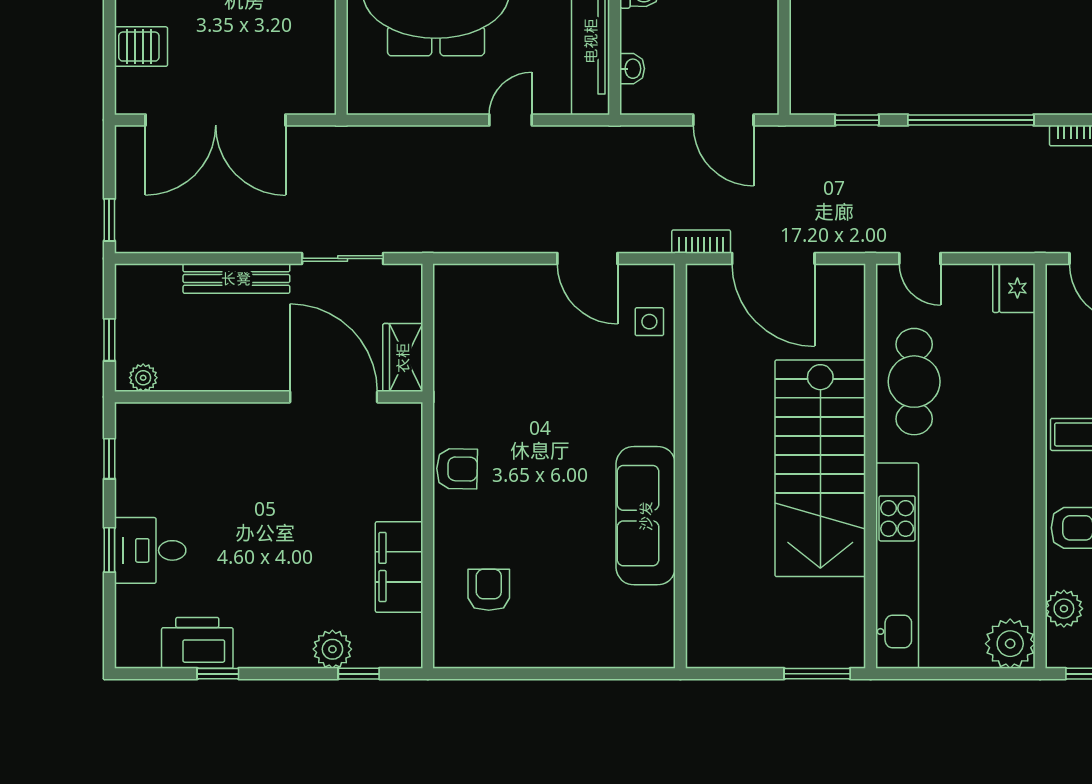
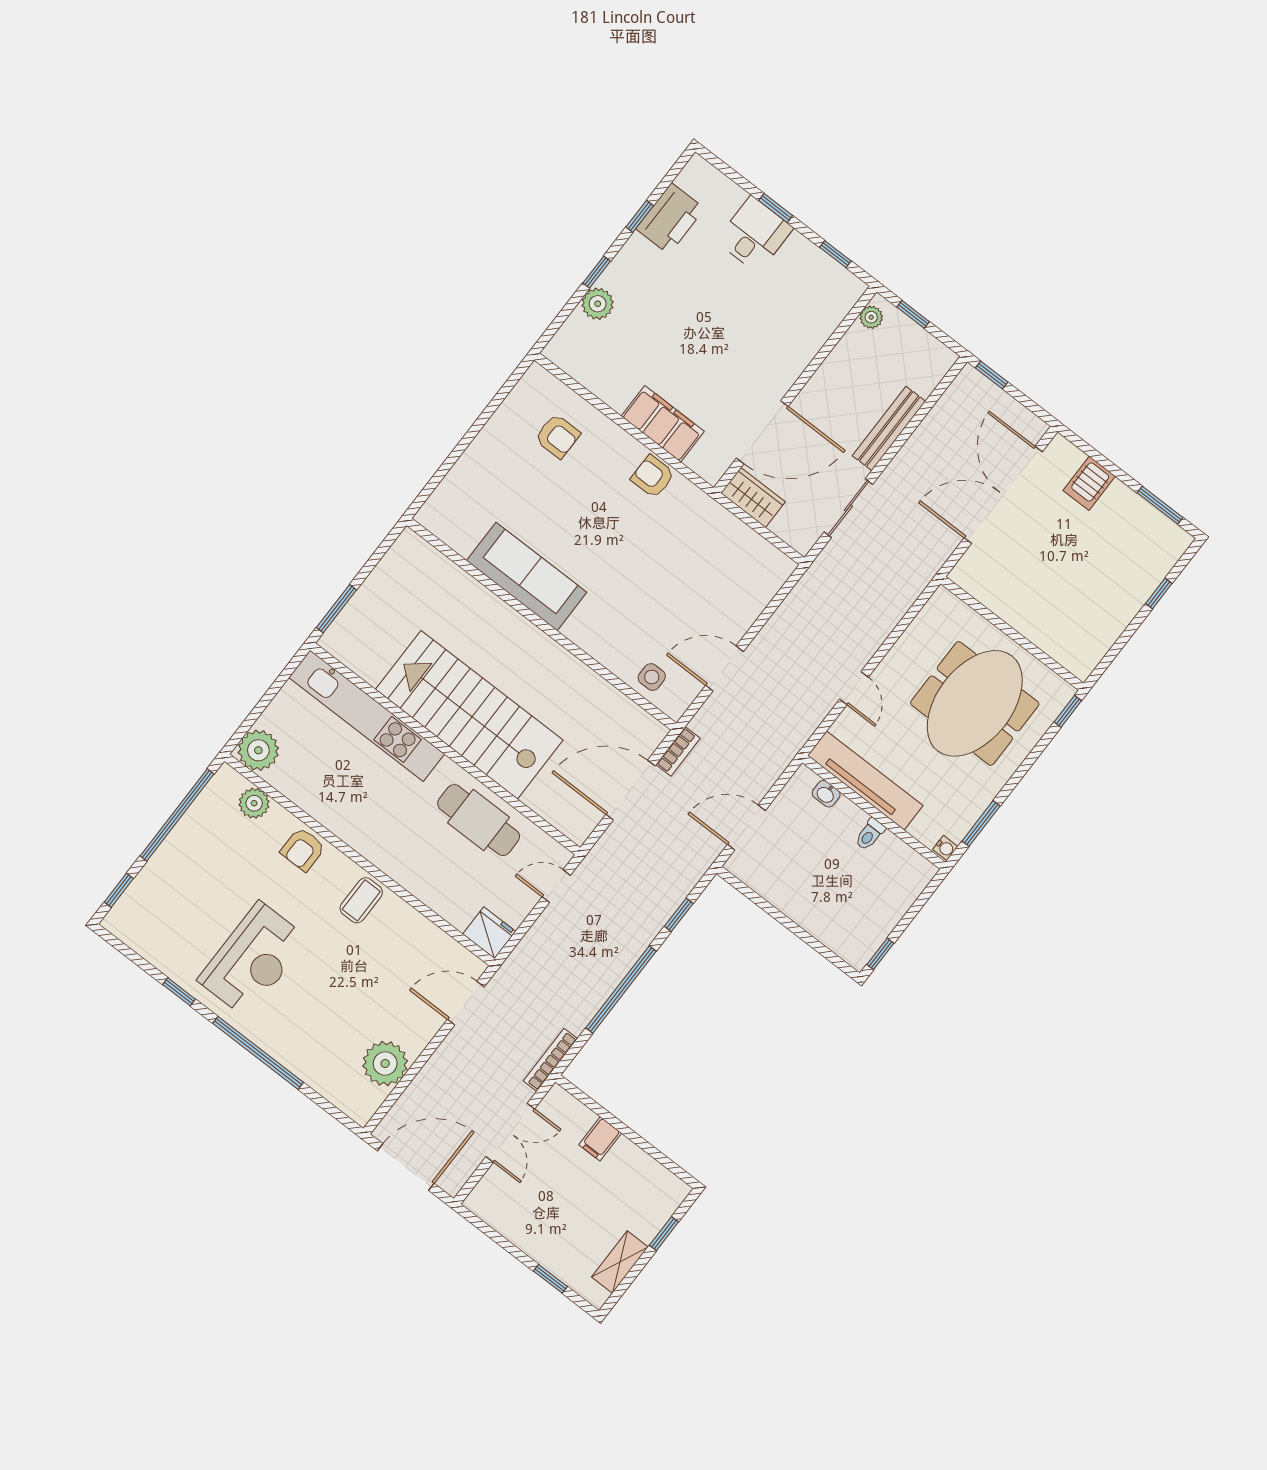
armchair: (457, 469) -> (653, 477), turned 89
filing cabinet: (399, 567) -> (663, 424), moved
window: (359, 674) -> (597, 272), moved

